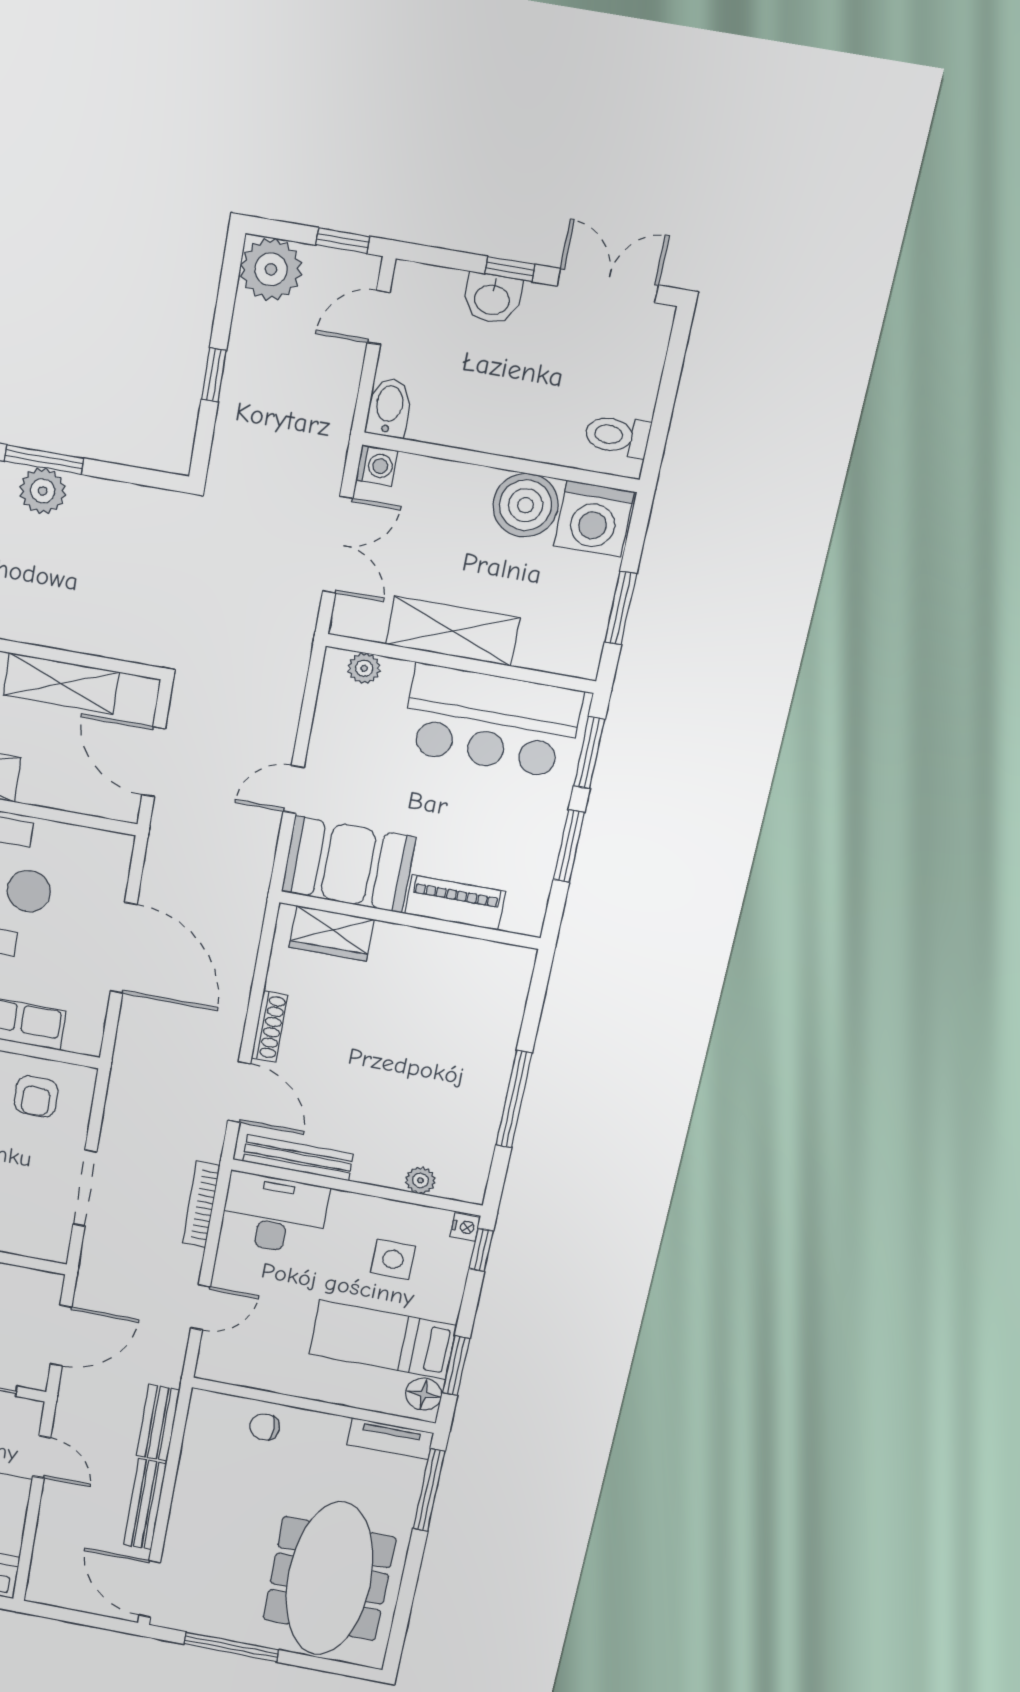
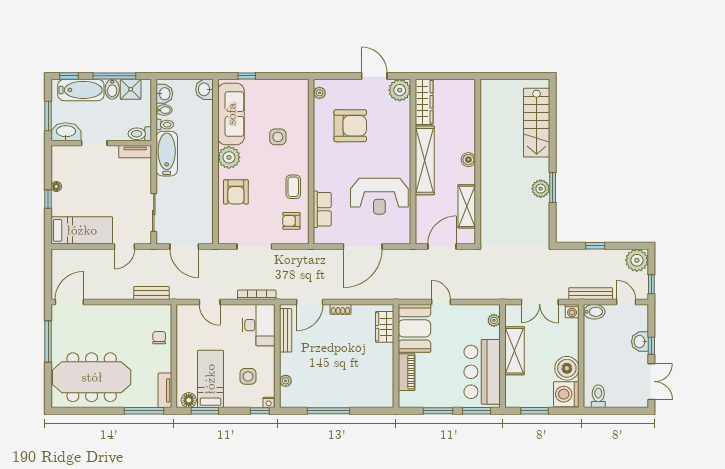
shoe rack: (270, 1027) -> (340, 309), width x0.70
bench: (145, 1504) -> (591, 294), moved

